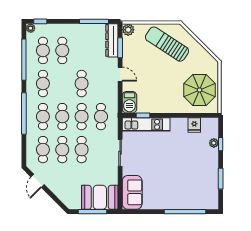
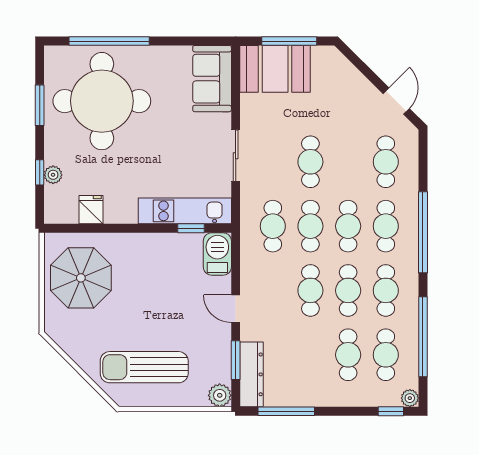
sun lounger: (167, 44) -> (144, 367), turned 147
cafe table: (62, 150) -> (348, 290), moved
round table: (189, 181) -> (102, 101), added

